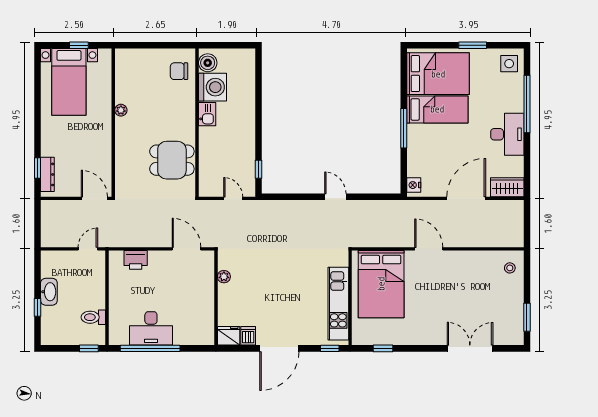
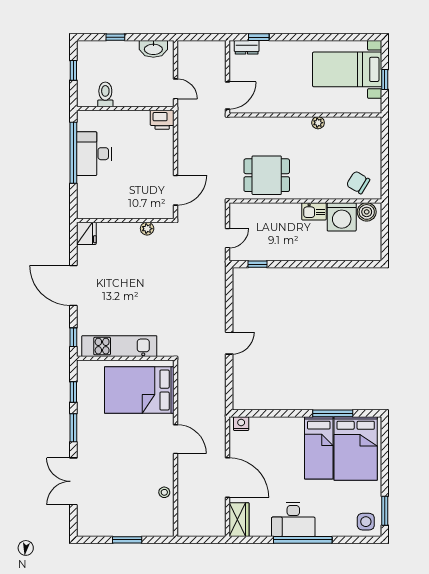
window: (473, 45) -> (385, 511), moved
chair: (179, 71) -> (358, 182), turned -59
window: (527, 104) -> (303, 540), moved
window: (404, 128) -> (333, 413), moved
dining table: (172, 160) -> (267, 175), turned 90
dresser: (47, 174) -> (247, 47), width x0.70
door: (429, 249) -> (176, 439), hinge flipped
printer: (136, 260) -> (162, 120), moved, turned -90
stool: (510, 268) -> (164, 492), moved
washbasin: (49, 292) -> (153, 49), moved
window: (527, 317) -> (127, 540), moved
dishwasher: (248, 336) -> (86, 253), removed
window: (89, 348) -> (73, 70), moved
window: (418, 348) -> (73, 428), added
double door: (470, 348) -> (73, 481), swing flipped

